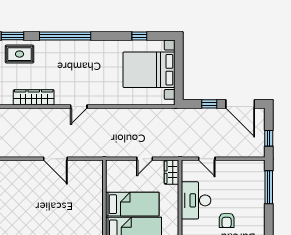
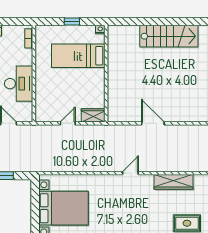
wardrobe: (172, 172) -> (93, 115), moved, turned -90
bed: (132, 204) -> (79, 80), removed

